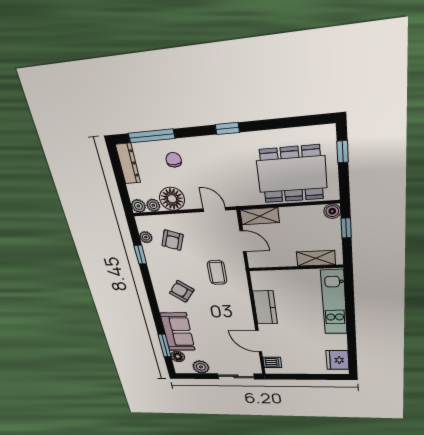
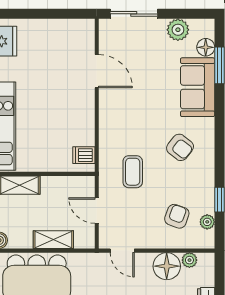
plant: (138, 206) -> (207, 261), removed
shelving: (260, 216) -> (53, 240), moved
kitchen counter: (265, 308) -> (83, 121), removed
dishwasher: (272, 362) -> (84, 155), moved

